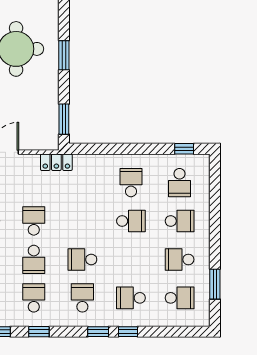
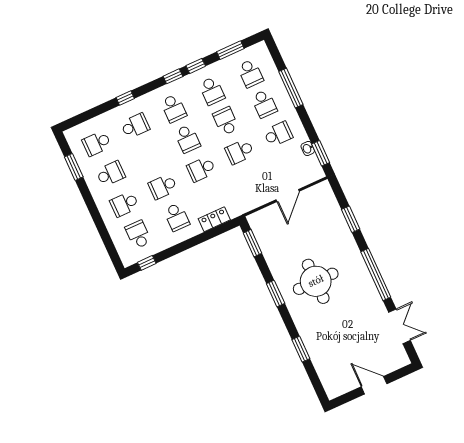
locker: (56, 162) -> (214, 219), moved
school desk: (34, 221) -> (240, 152), turned 90
school desk: (82, 221) -> (201, 169), added
school desk: (82, 259) -> (187, 139), turned 90
window: (98, 332) -> (173, 76), moved

